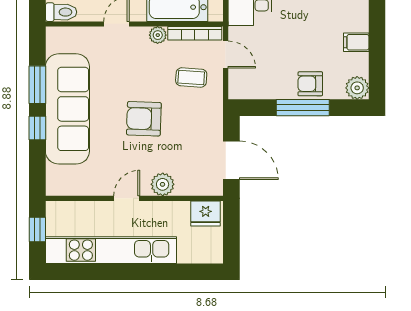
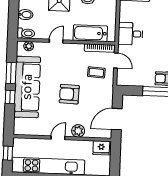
plant: (158, 35) -> (29, 46), moved
door: (231, 160) -> (117, 119), swing flipped

